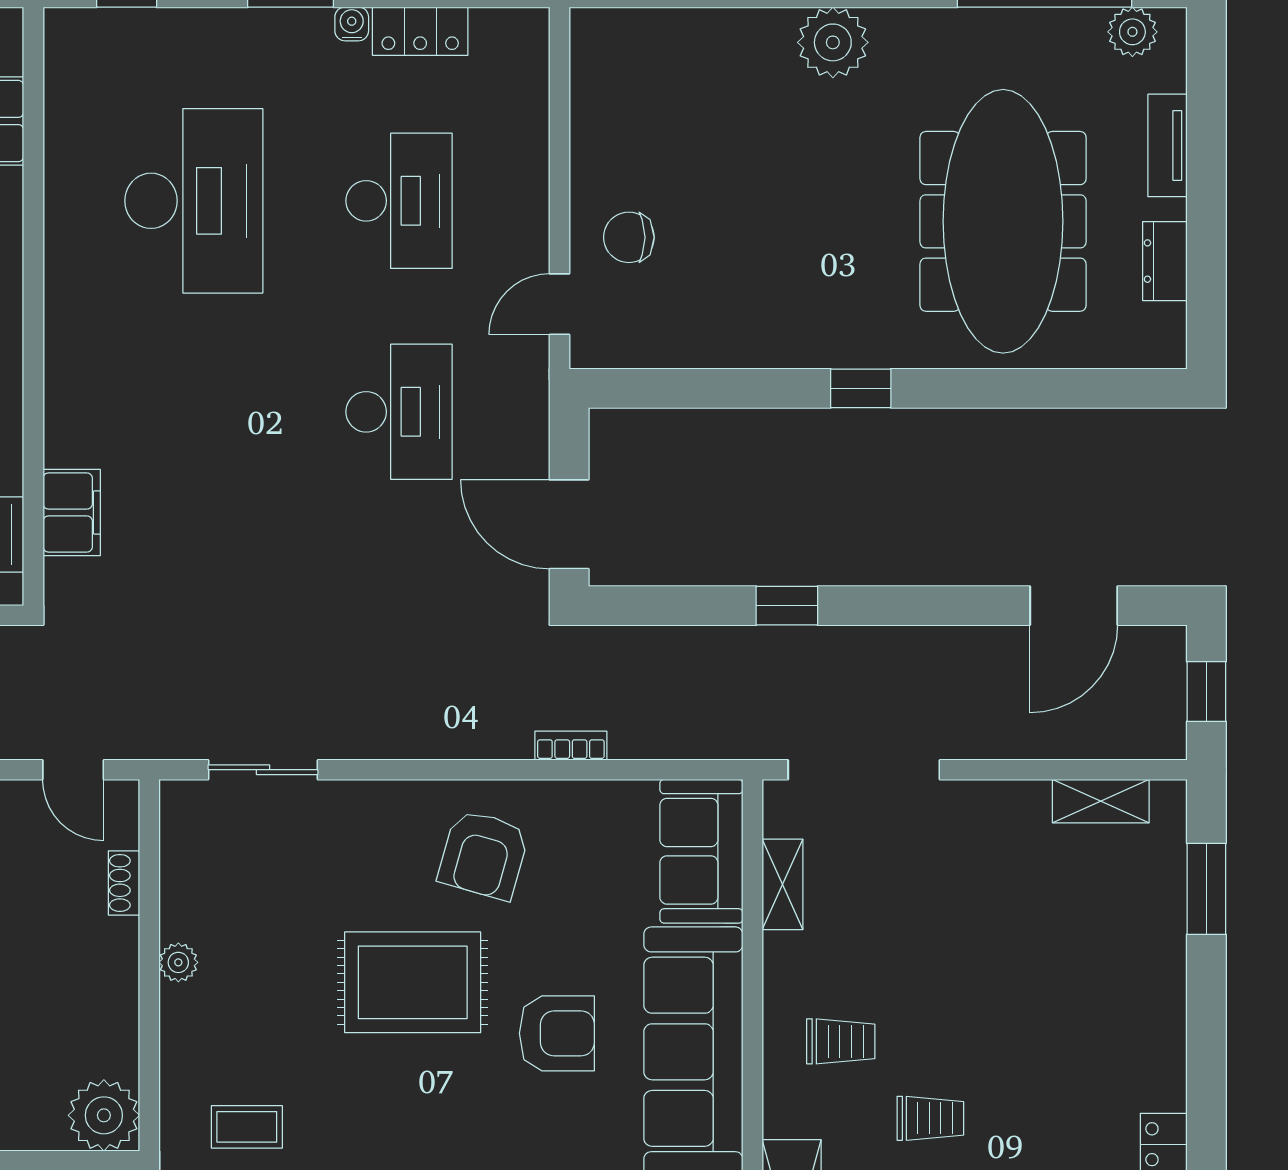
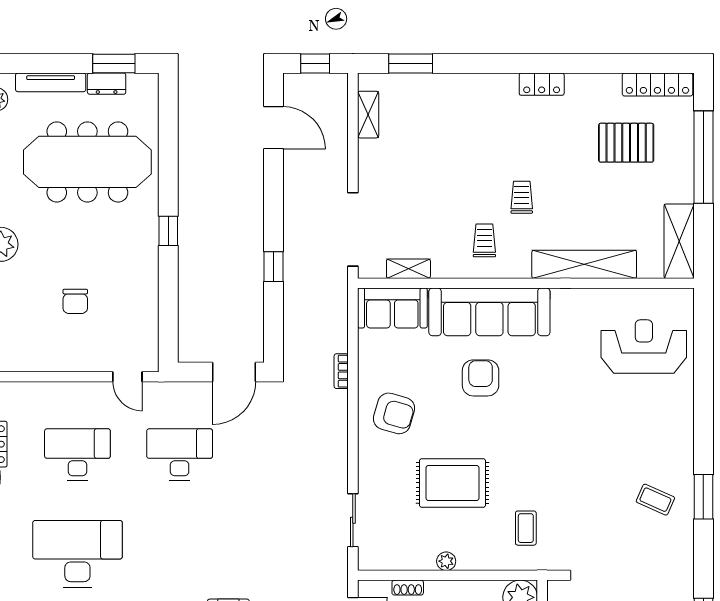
tv unit: (1167, 145) -> (51, 82), width x1.41
chair: (629, 237) -> (75, 301), moved
window: (1206, 276) -> (114, 64), added
rug: (413, 982) -> (452, 483), moved, turned 90

